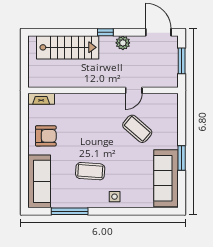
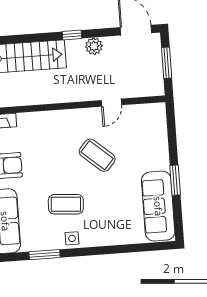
coffee table: (137, 129) -> (97, 155), moved
side table: (115, 197) -> (72, 238), moved
window: (70, 211) -> (45, 255), width x0.69

